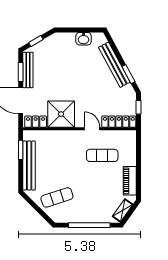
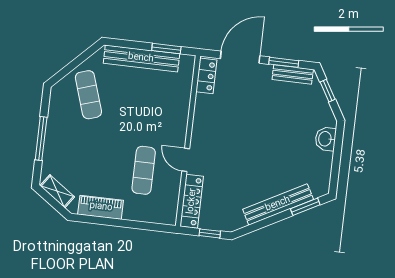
washbasin: (84, 39) -> (325, 139), moved
bench: (28, 70) -> (293, 74), width x0.73
window: (128, 74) -> (305, 207), moved
shower: (61, 114) -> (213, 116), removed
door: (92, 129) -> (186, 160), swing flipped
window: (89, 225) -> (41, 139), width x0.68

